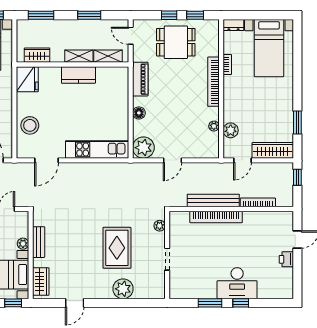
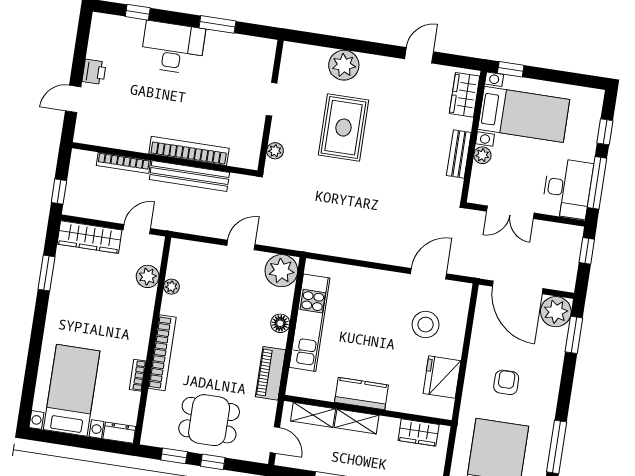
fridge: (27, 79) -> (442, 377), moved
stool: (30, 125) -> (426, 325), moved
kitchen unit: (97, 149) -> (309, 323), moved, turned -90
window: (241, 303) -> (138, 12), moved

